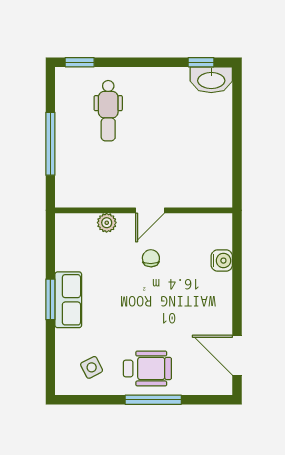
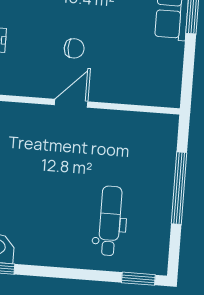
plant: (107, 223) -> (122, 93), removed
chair: (151, 258) -> (74, 48), turned -89

